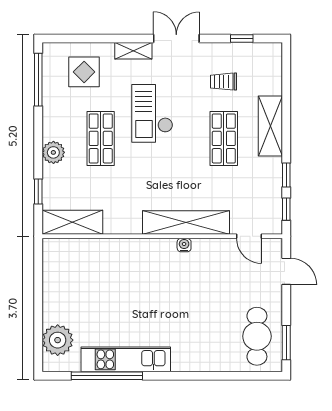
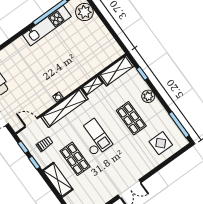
shelving: (133, 51) -> (92, 86), moved
trolley: (223, 82) -> (45, 144), moved
checkout: (152, 113) -> (94, 138), moved

